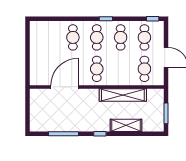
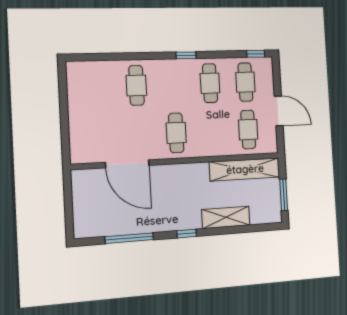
cafe table: (97, 37) -> (174, 84), removed
door: (65, 87) -> (127, 164), swing flipped
shelving: (123, 95) -> (245, 169), moved

